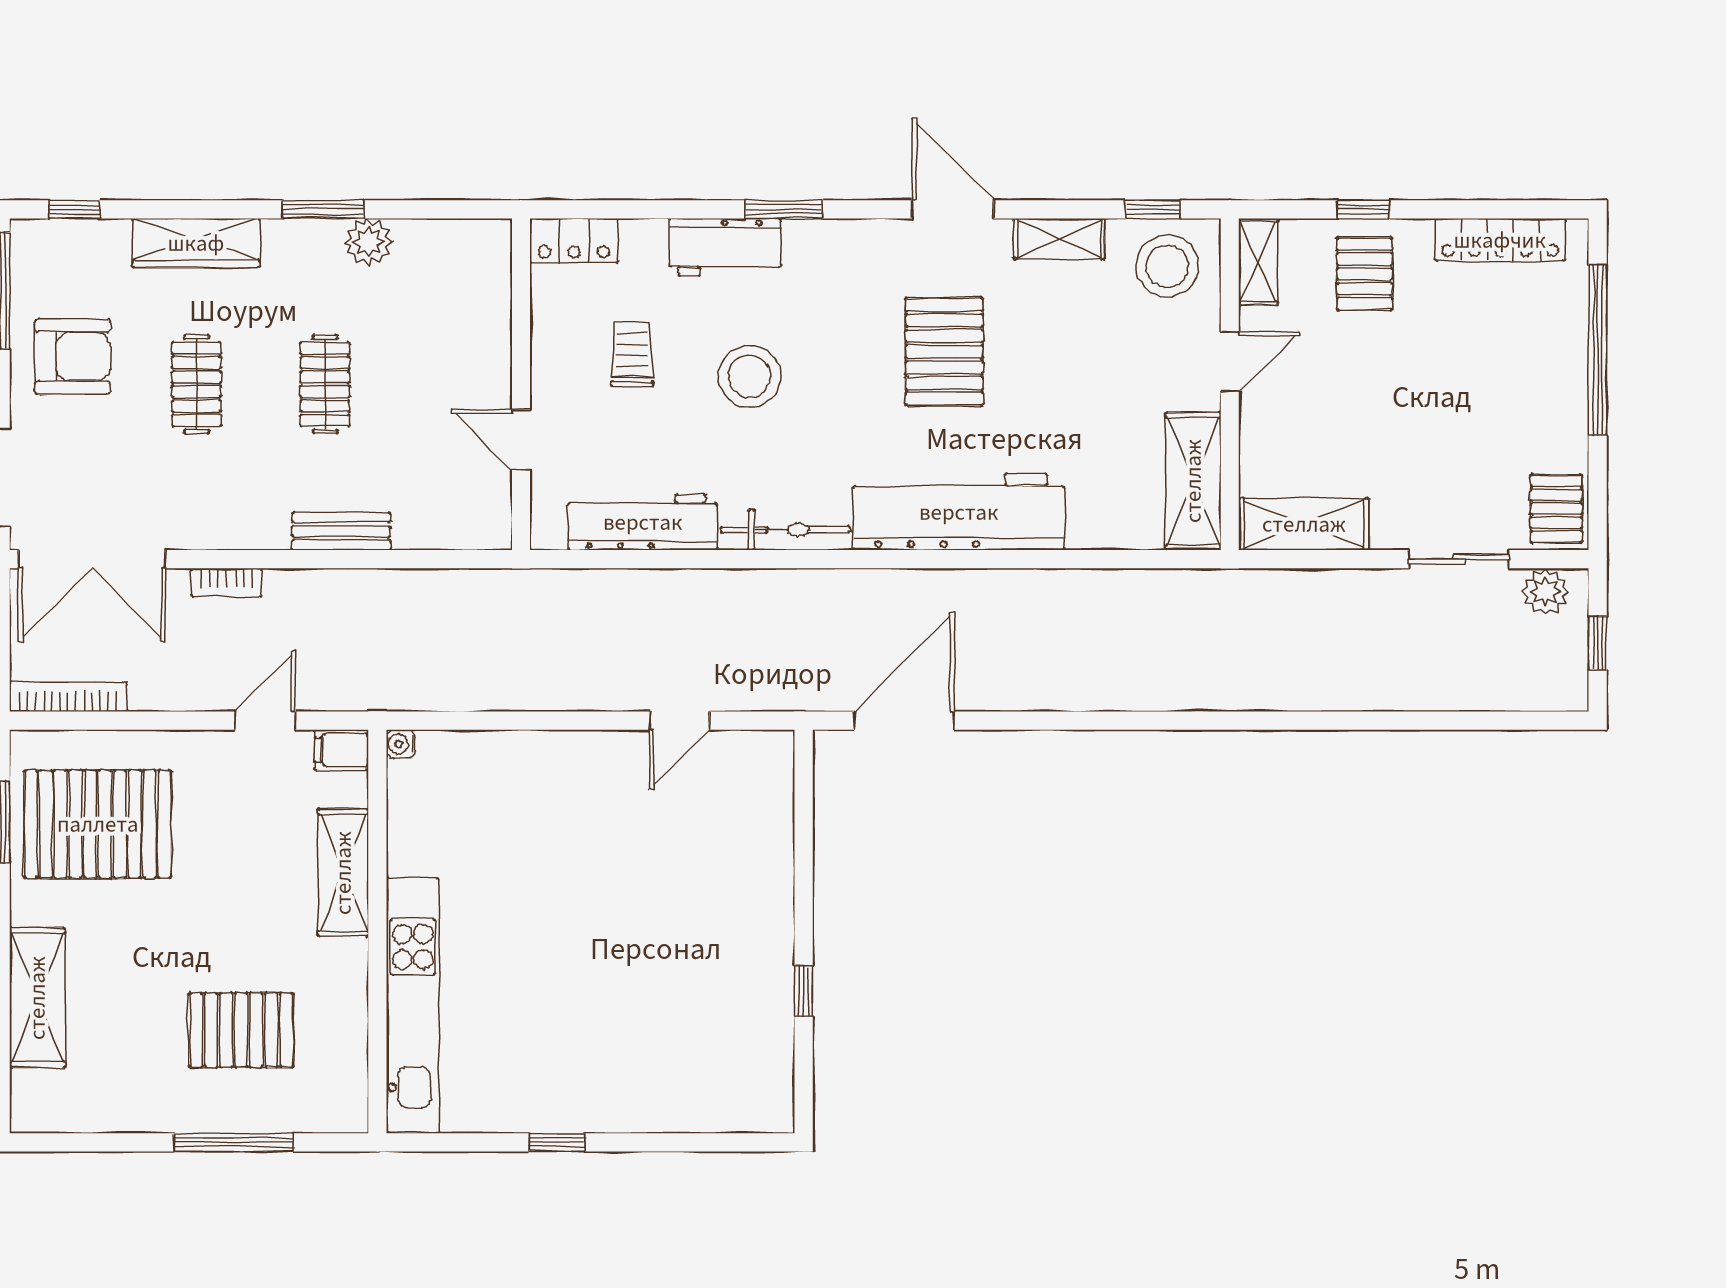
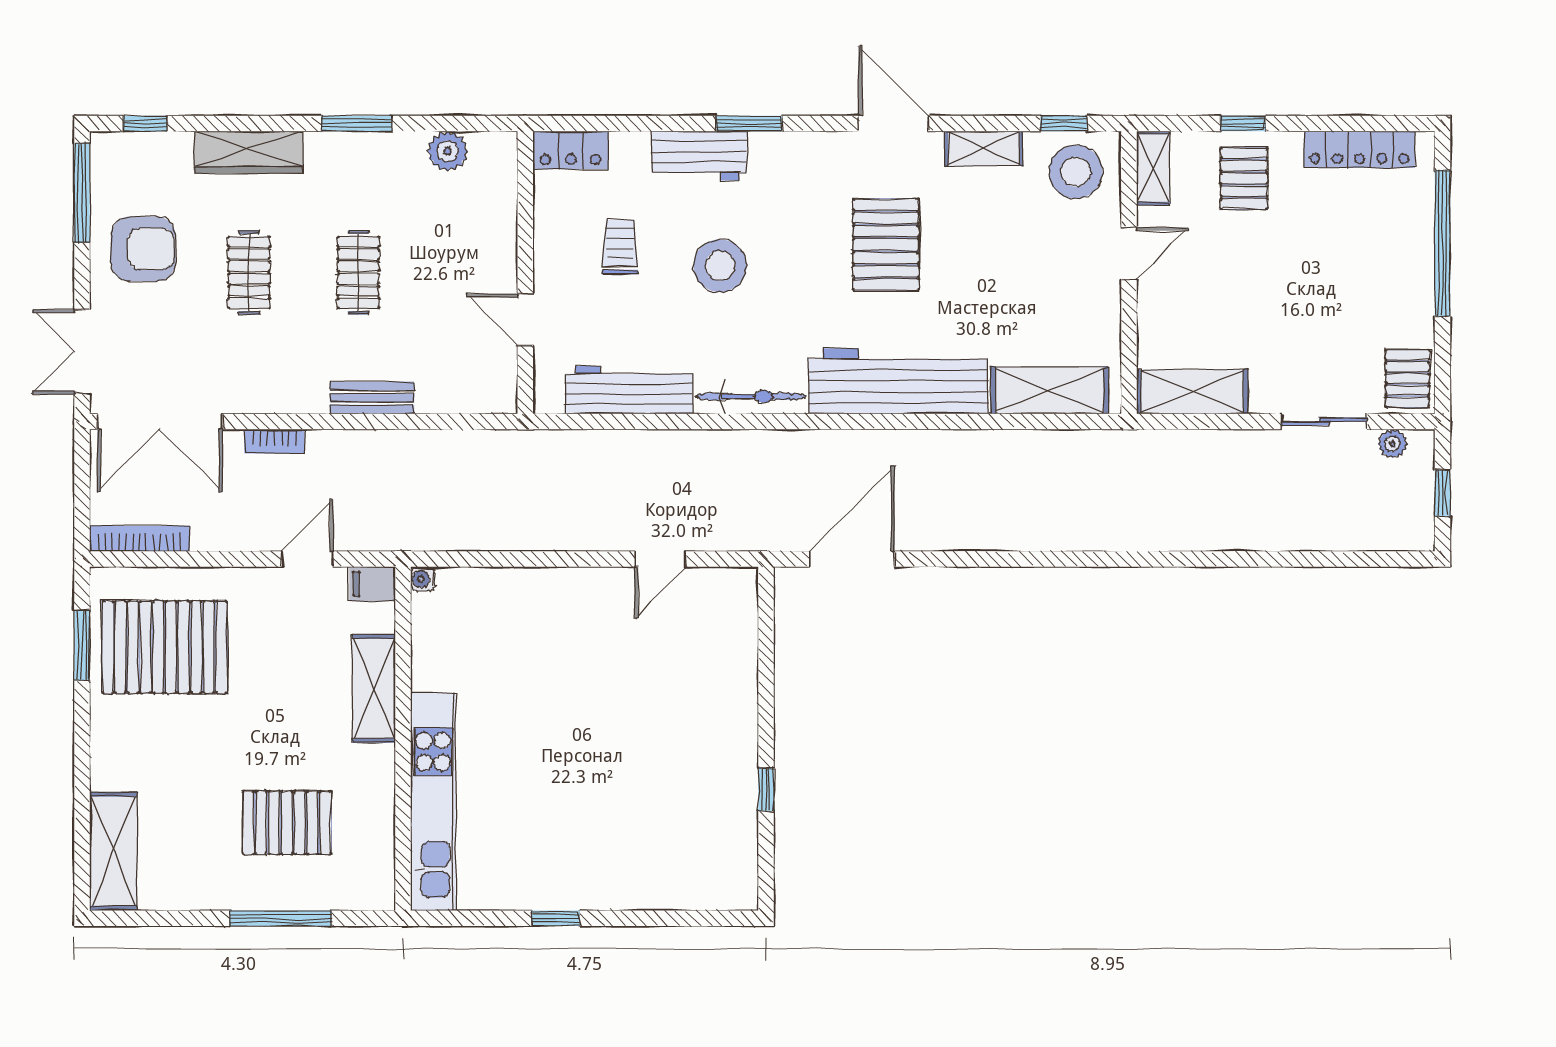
plant: (368, 242) -> (448, 151), moved
shelving: (1193, 481) -> (1050, 390), moved, turned 90
plant: (1545, 592) -> (1392, 444), width x0.73, depth x0.73
shelving: (37, 998) -> (113, 851), moved

